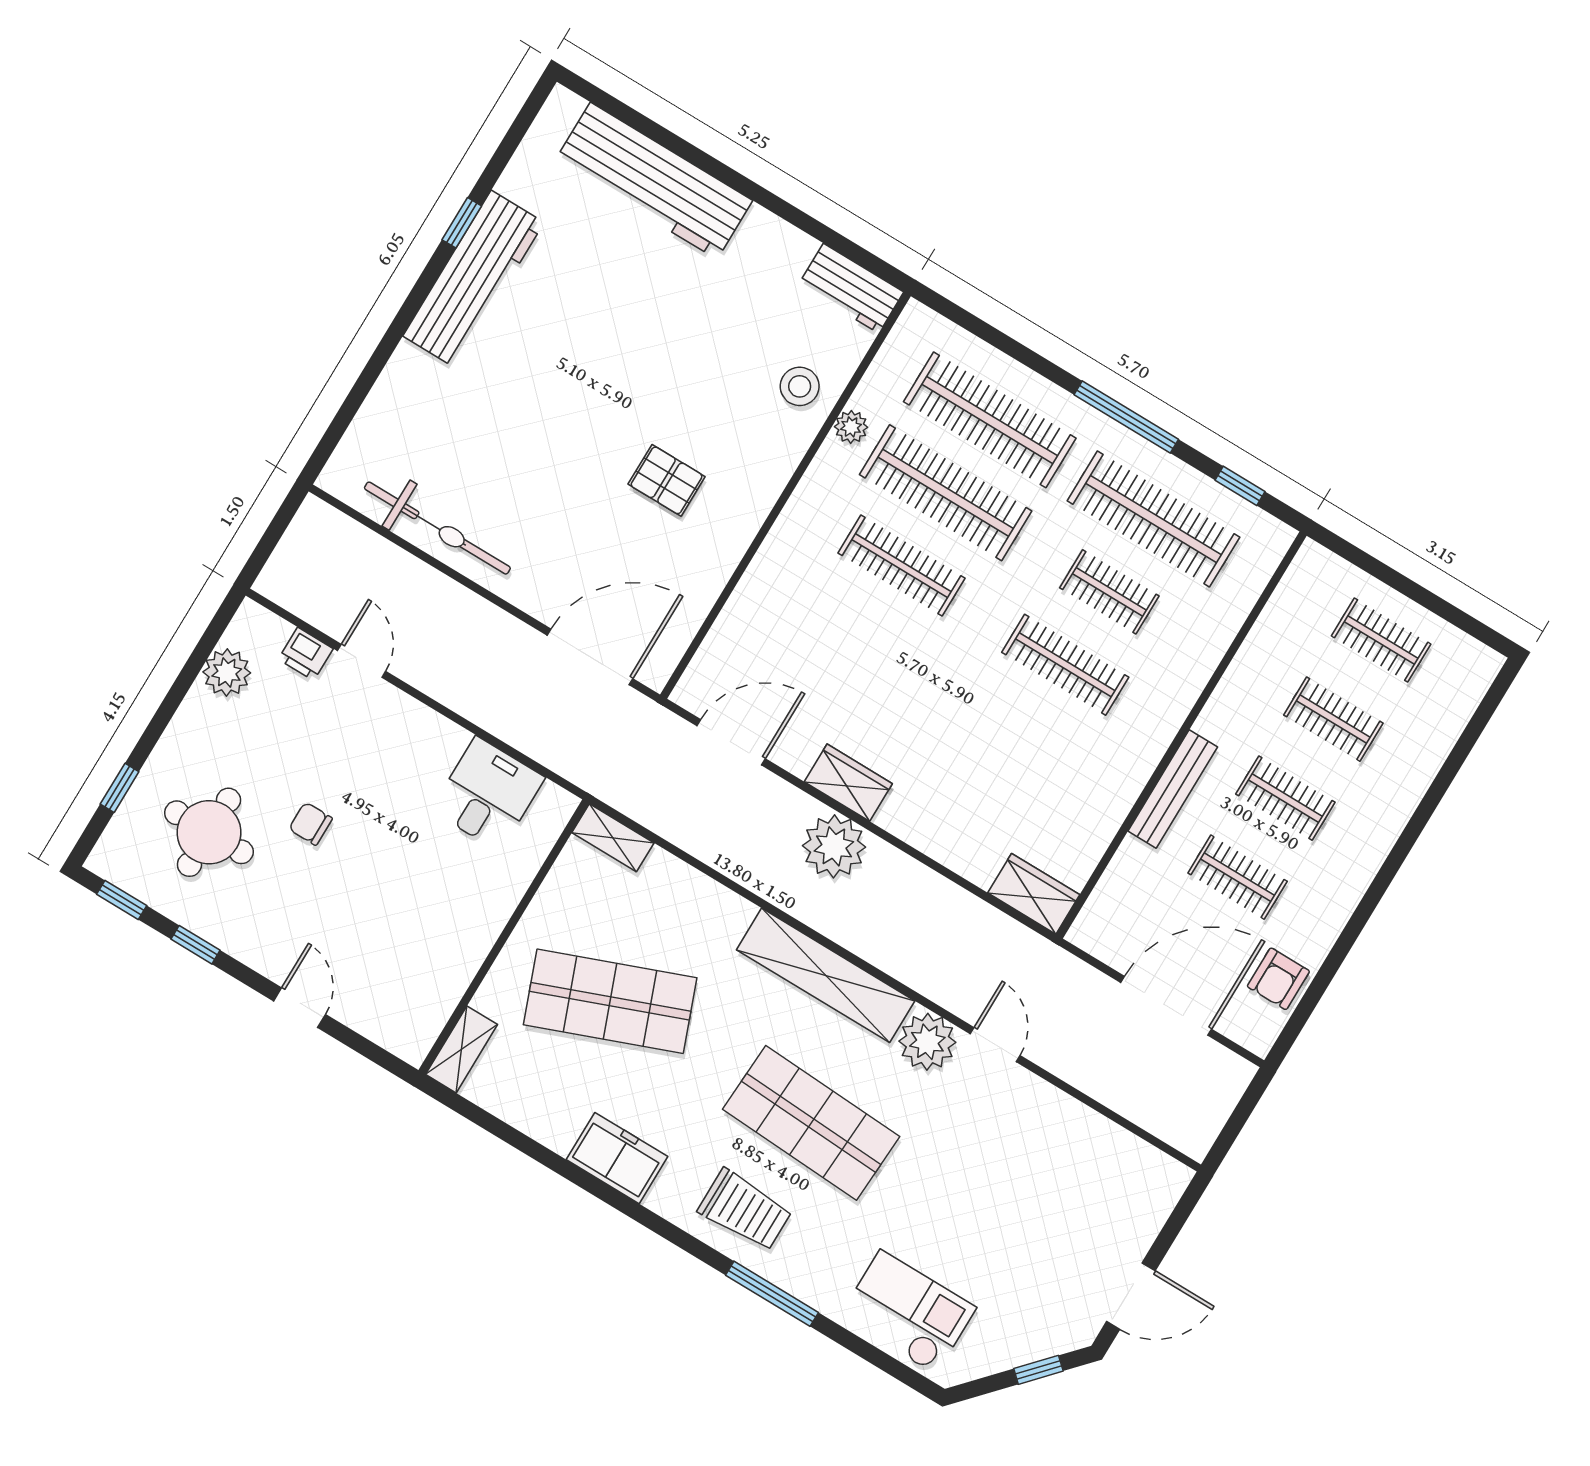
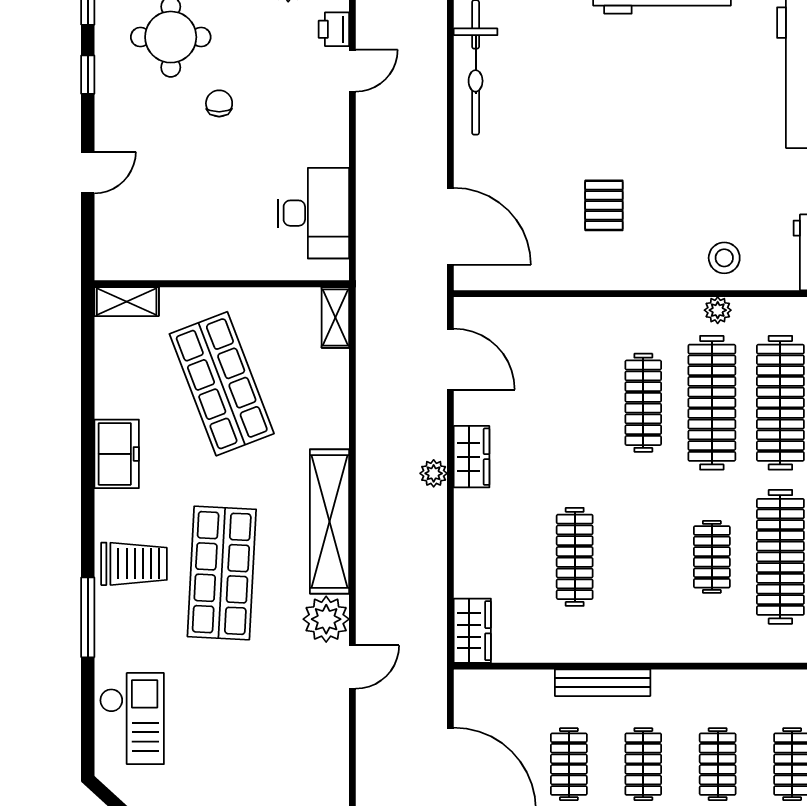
clothes rail: (1065, 665) -> (575, 557), moved
desk: (488, 794) -> (314, 213), width x1.37
plant: (834, 846) -> (434, 473), width x0.53, depth x0.53
trolley: (745, 1210) -> (134, 564), turned -90

